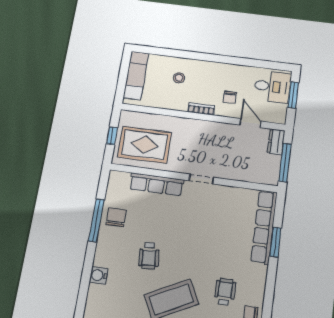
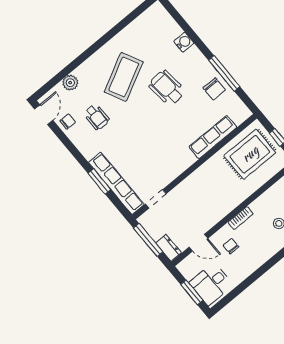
doorway: (201, 179) -> (156, 199), moved
wheelchair: (149, 256) -> (167, 88), width x1.36, depth x1.37

